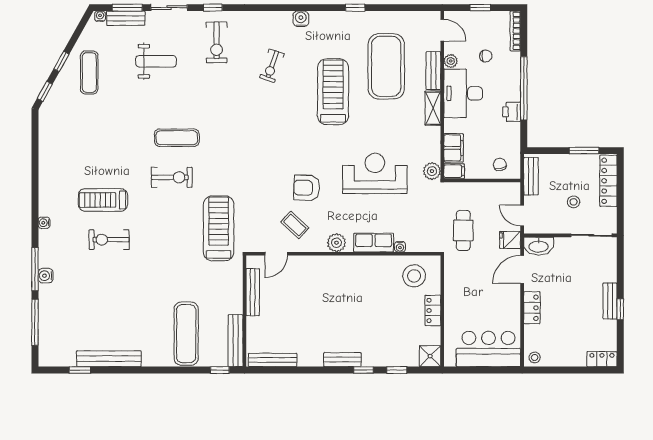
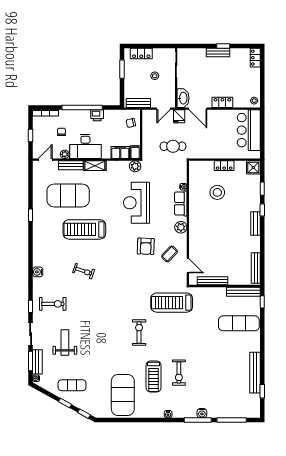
water cooler: (301, 19) -> (38, 272), moved
exercise bike: (272, 66) -> (84, 271), moved
exercise mat: (177, 138) -> (123, 395), moved, width x2.00, depth x1.45
locker: (608, 181) -> (141, 53), width x0.66
stool: (414, 276) -> (217, 192), moved

